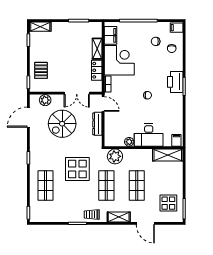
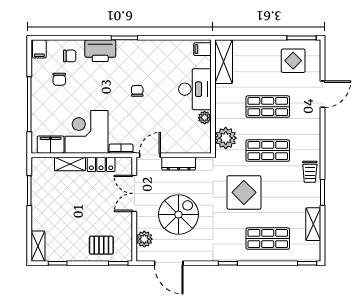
printer: (175, 82) -> (100, 51), moved
double door: (77, 93) -> (134, 193), swing flipped
spiral stairs: (62, 124) -> (178, 215), turned -90
shelving: (119, 217) -> (313, 224), moved

